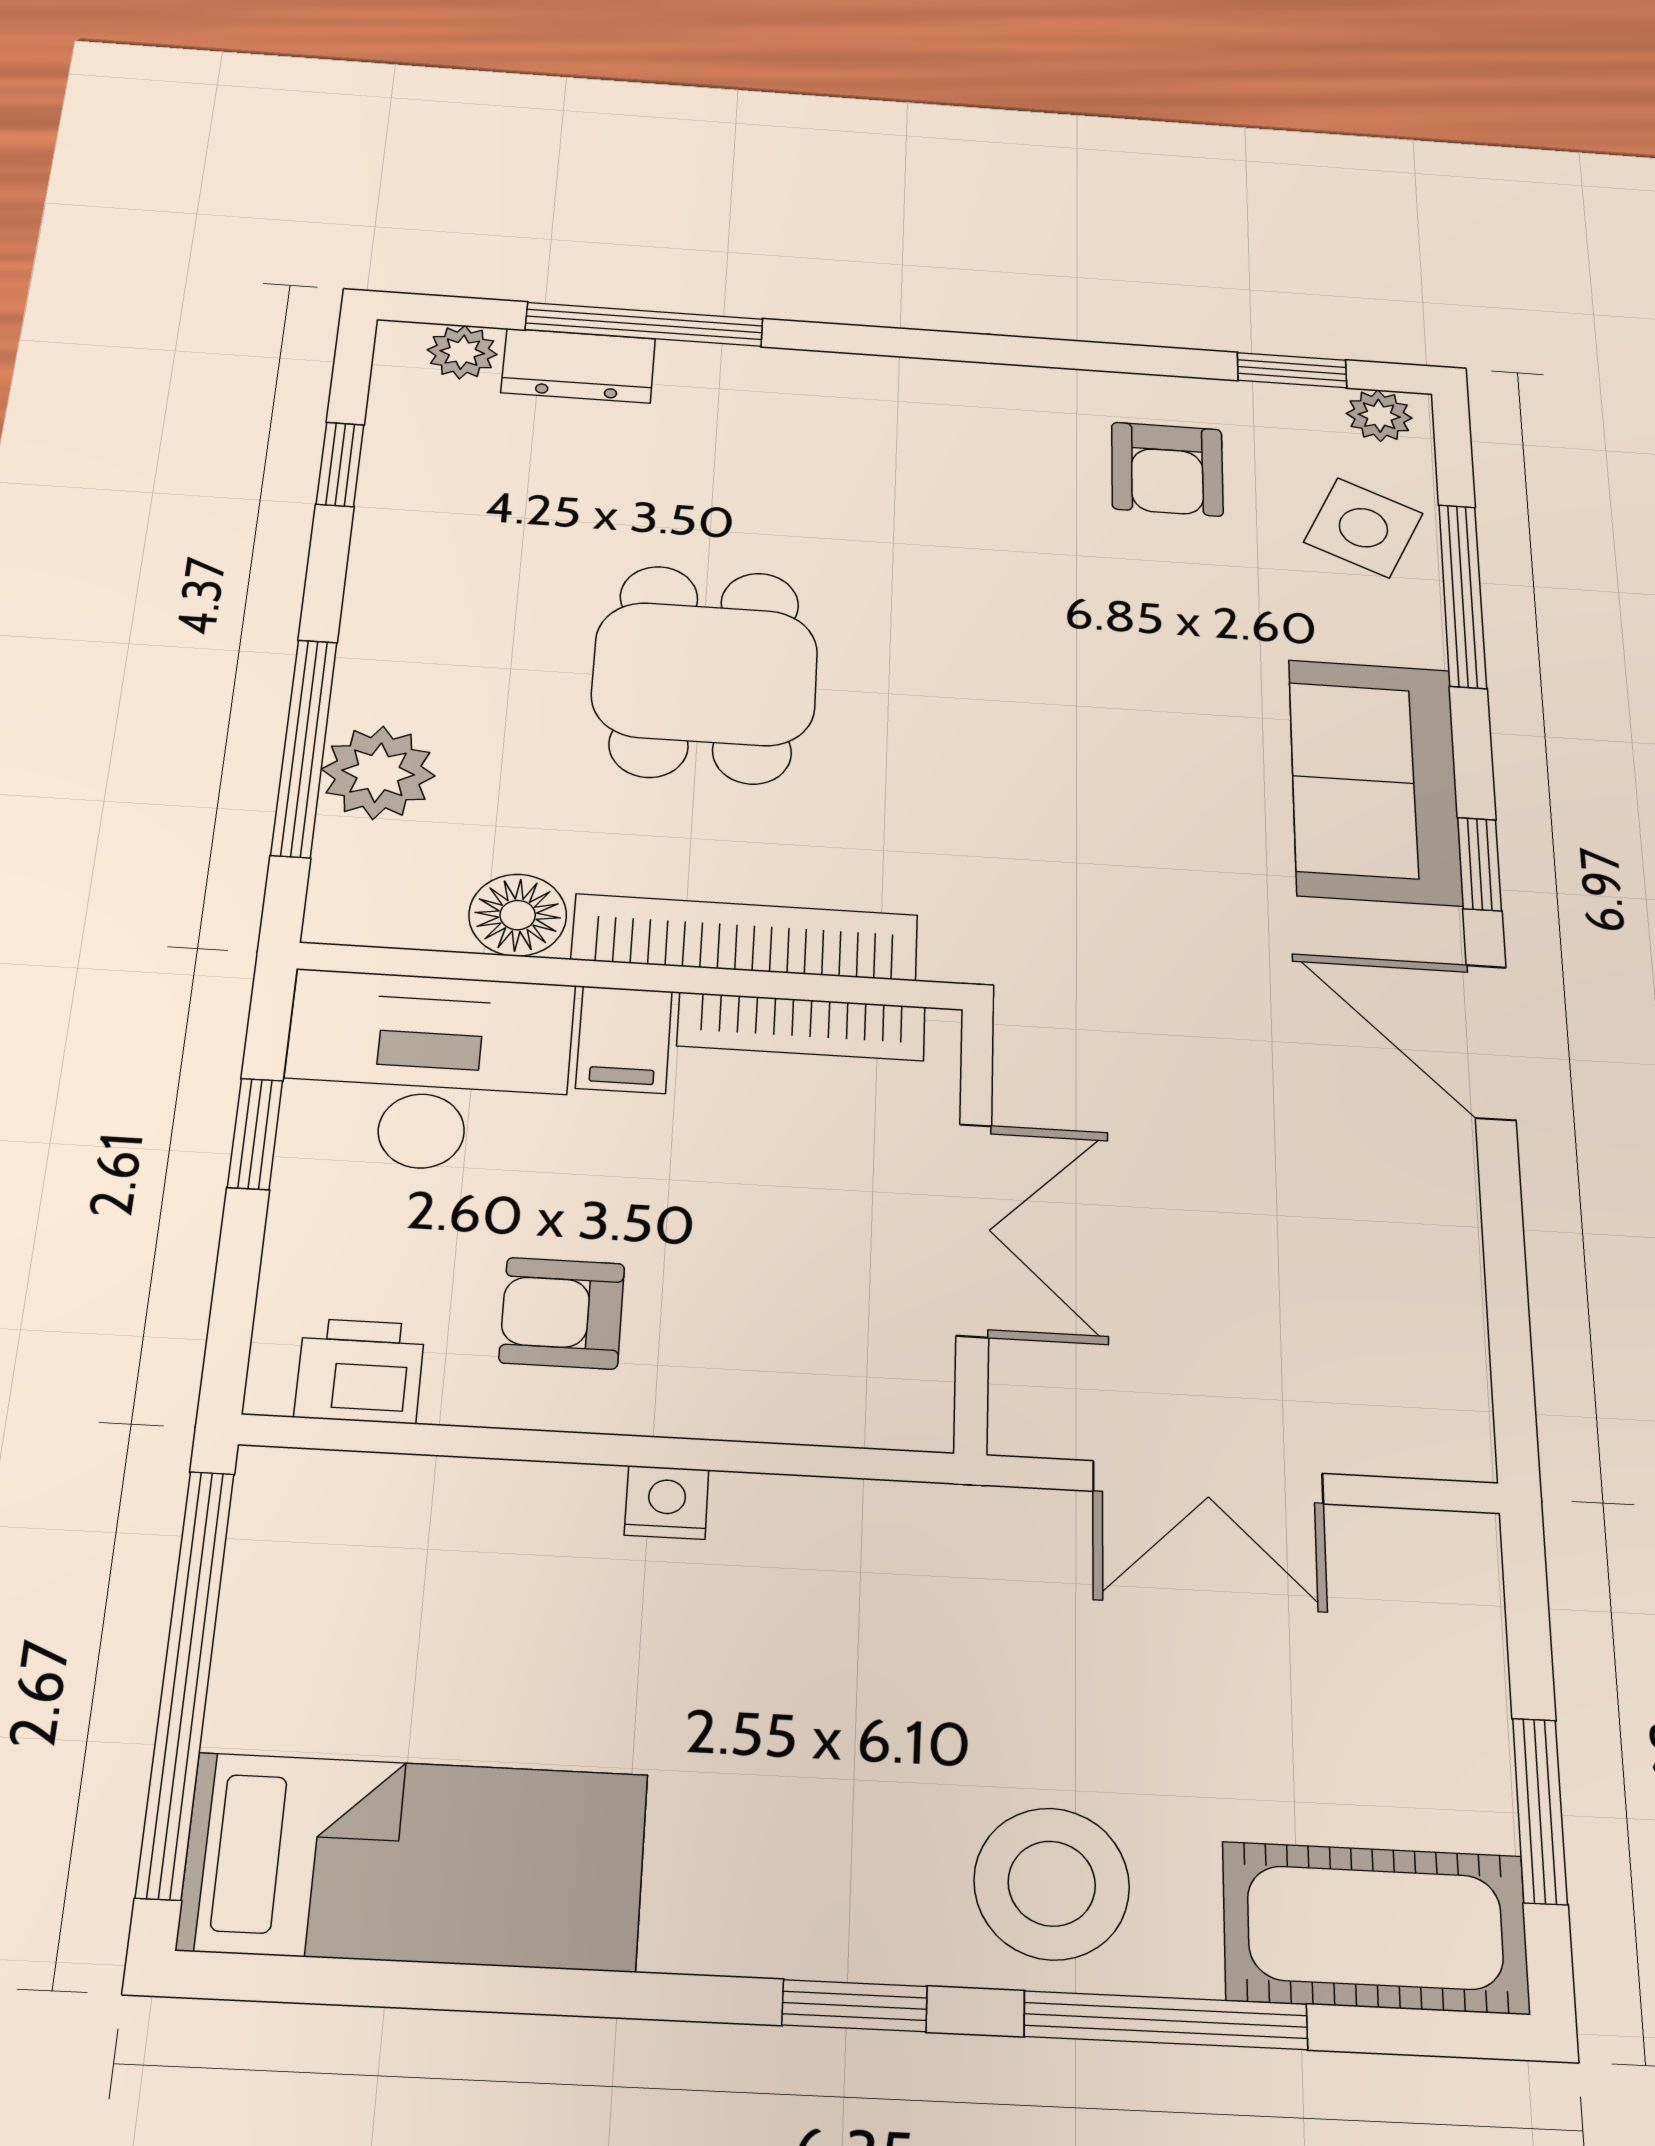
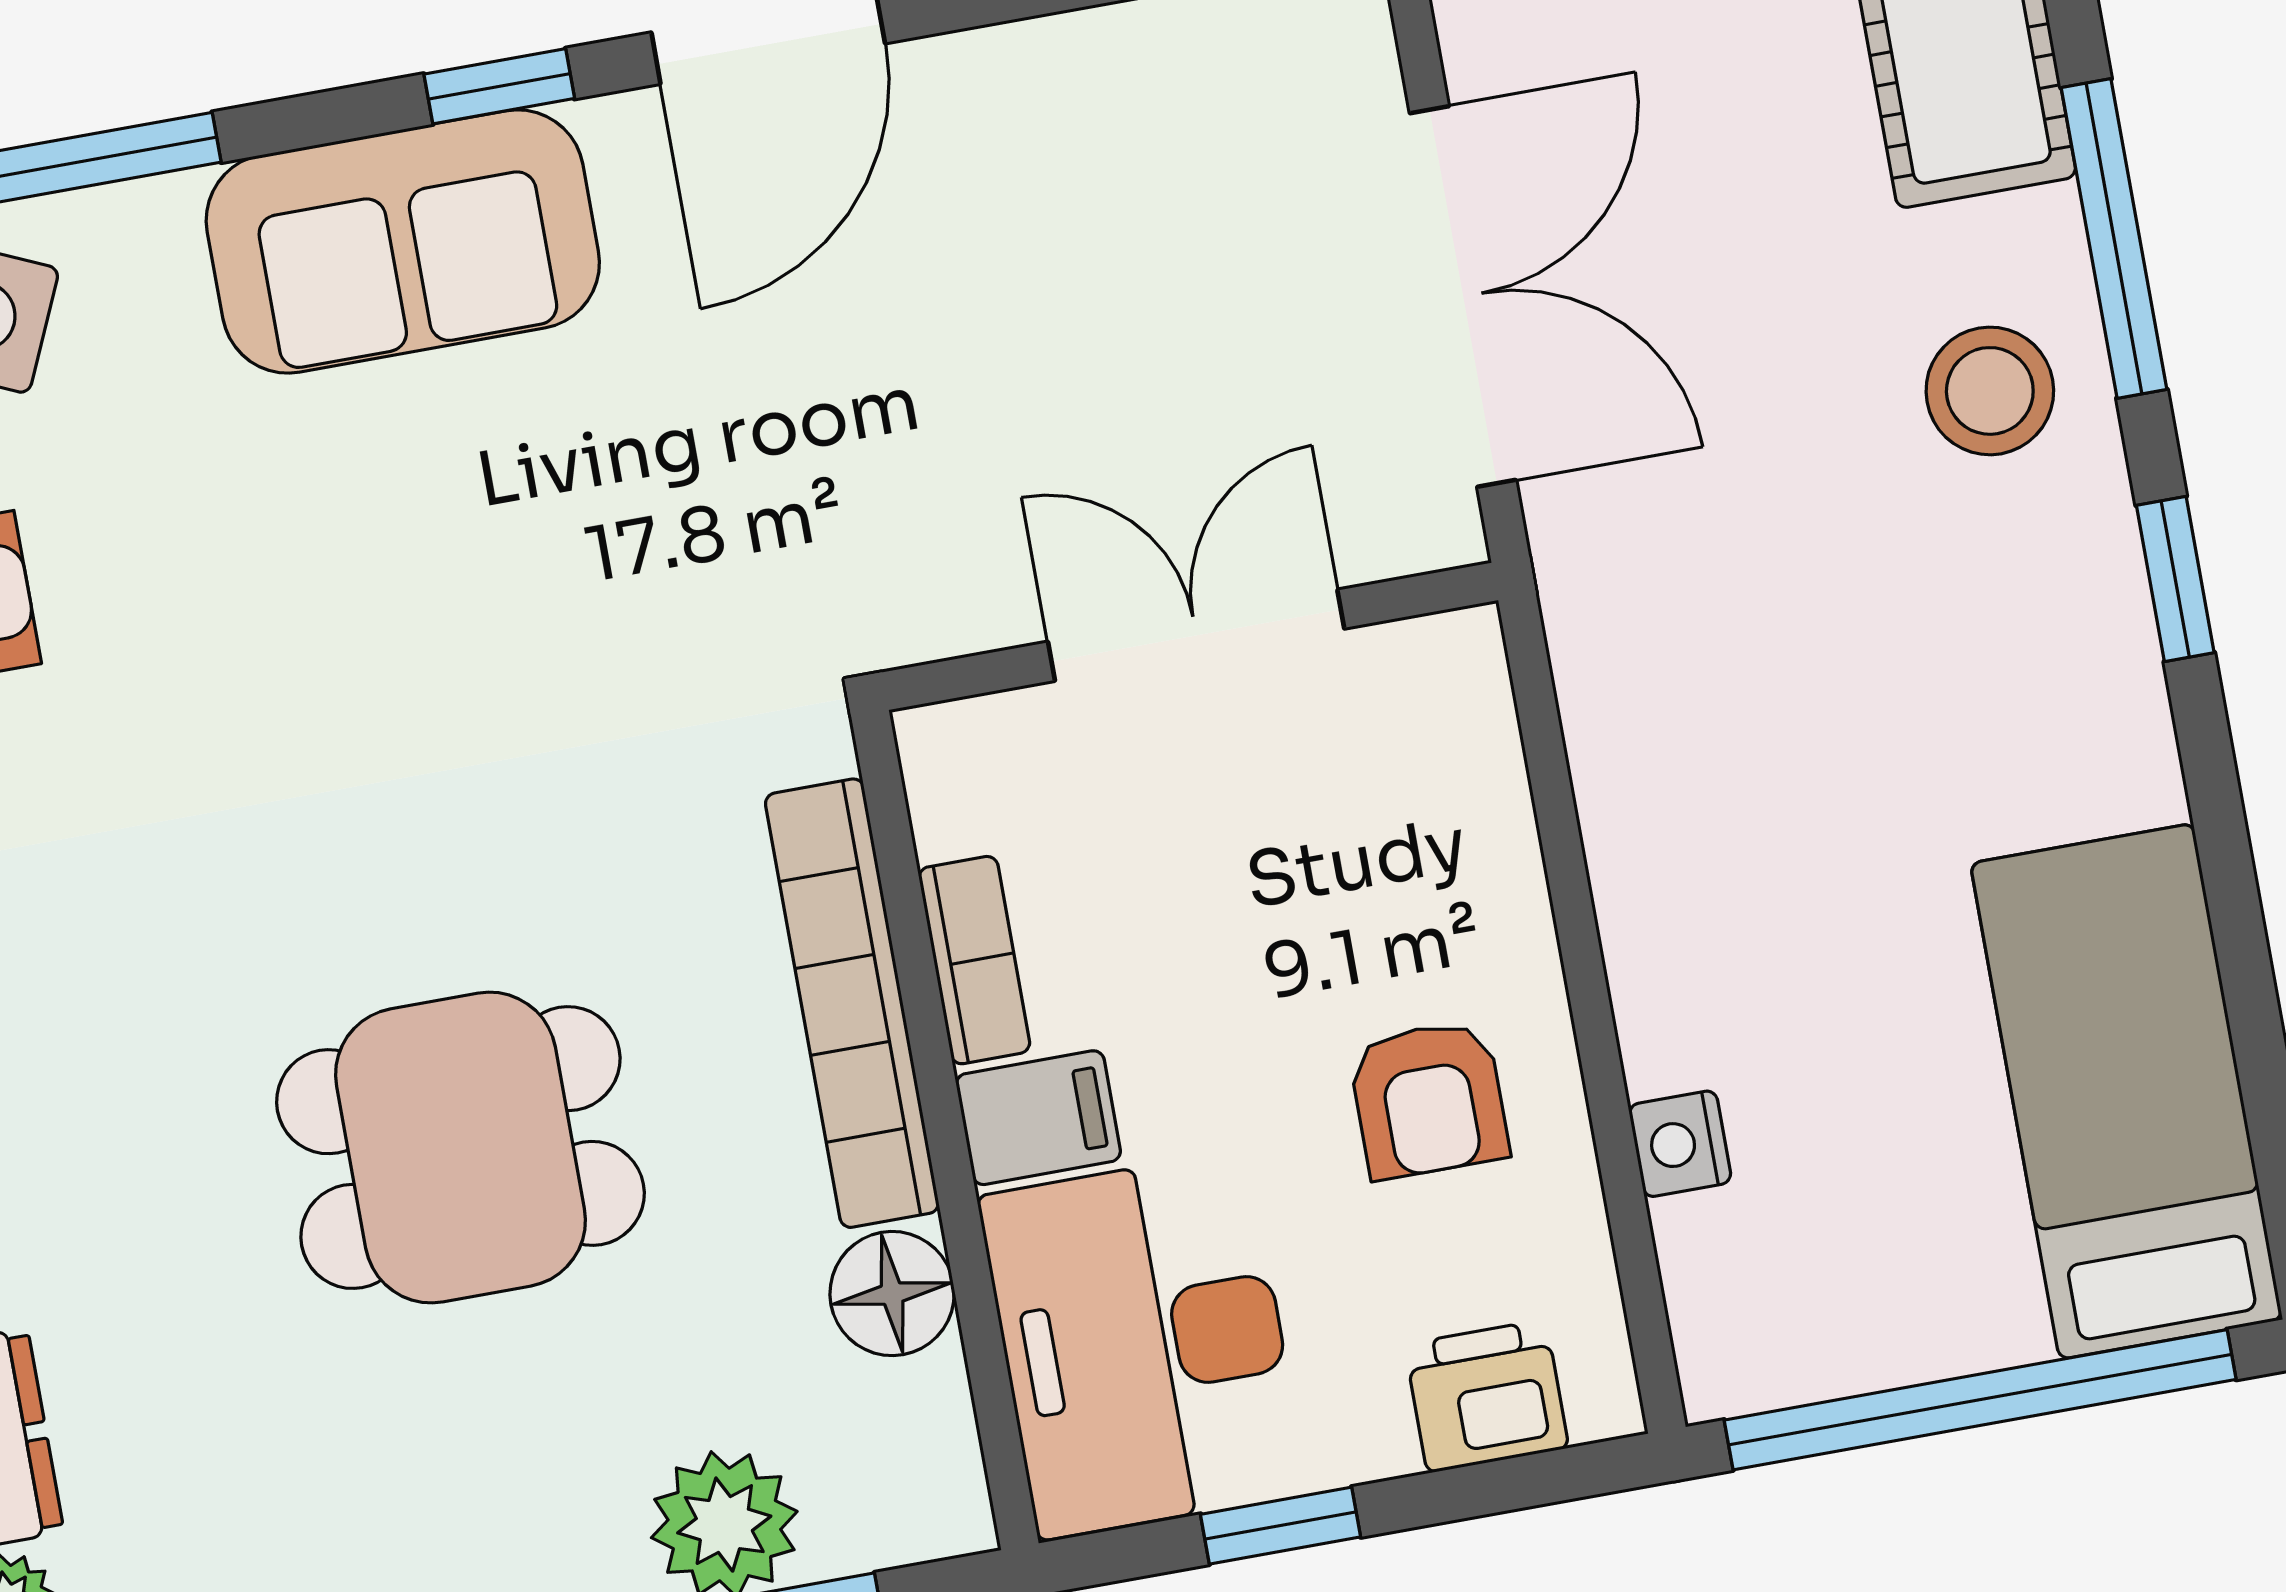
bookcase: (801, 1026) -> (974, 960), width x0.64
printer: (360, 1371) -> (1487, 1396), moved, turned 90
double door: (1208, 1482) -> (1463, 297), width x1.37
nightstand: (667, 1502) -> (1680, 1144), moved
stool: (1052, 1884) -> (1990, 391), width x0.73, depth x0.73

